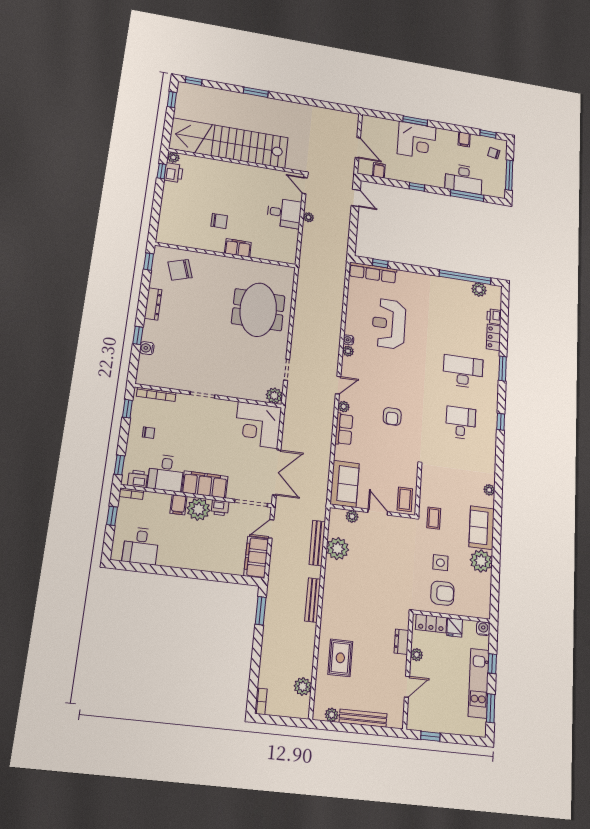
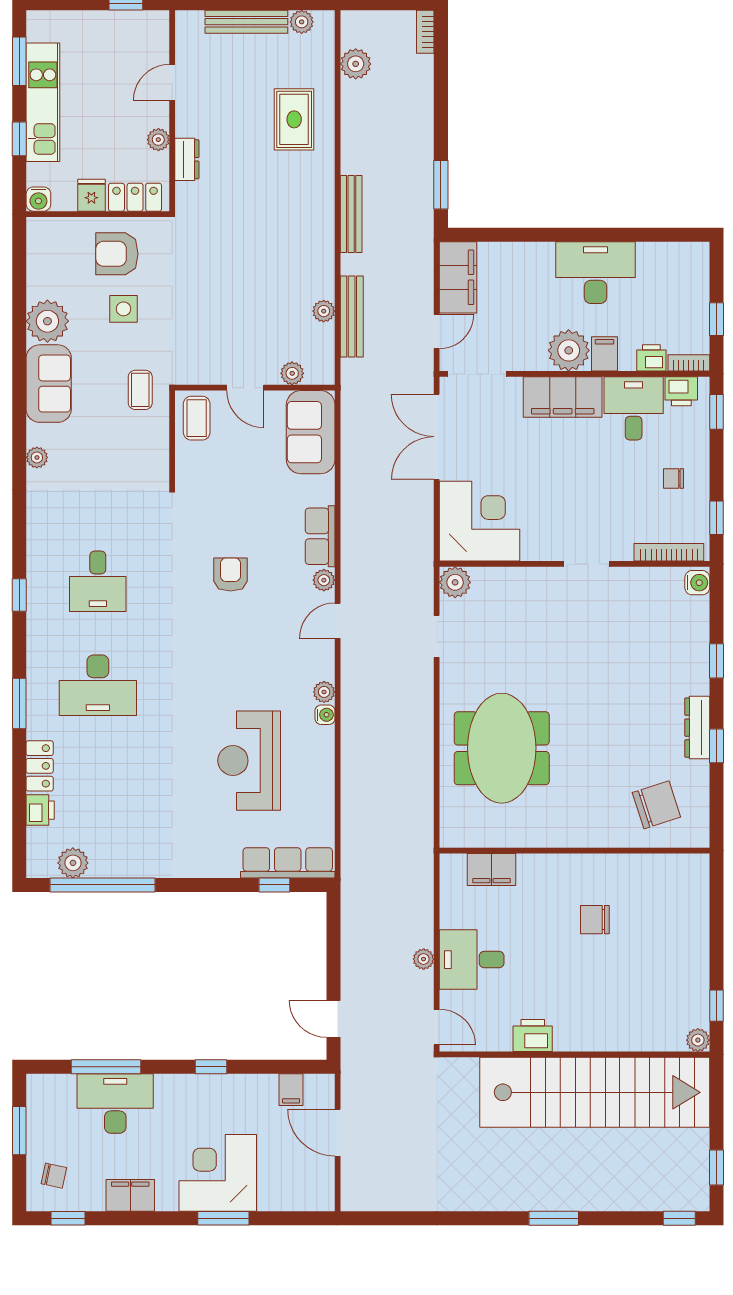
filing cabinet: (464, 139) -> (130, 1195), width x2.00
printer: (174, 173) -> (533, 1036), moved, turned 90
window: (509, 175) -> (19, 1131), width x0.69
filing cabinet: (238, 248) -> (492, 869), moved
window: (149, 262) -> (716, 746), moved
reception desk: (389, 324) -> (249, 761), turned 180
water cooler: (147, 348) -> (697, 583), moved
printer: (220, 508) -> (651, 358), moved
desk: (141, 546) -> (596, 273), moved, width x1.37
plant: (338, 549) -> (324, 311), width x0.53, depth x0.53

